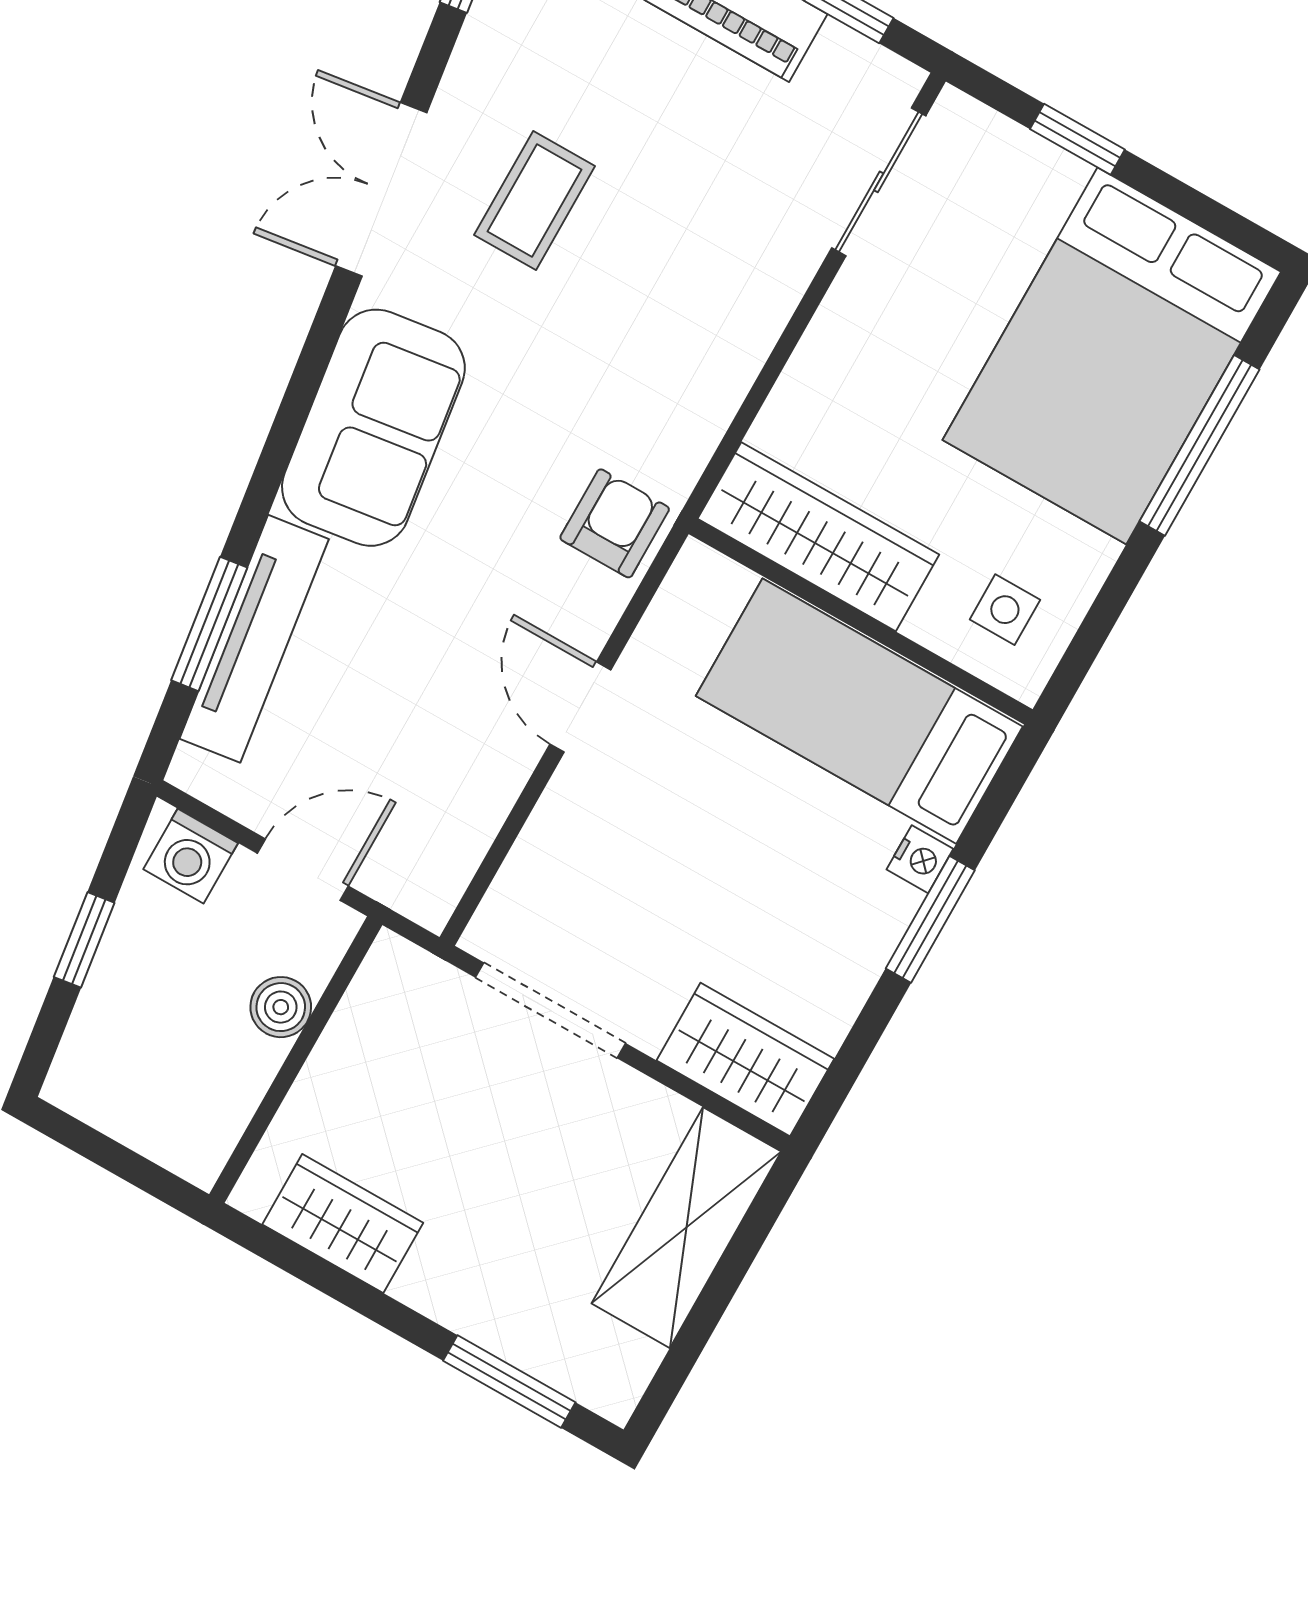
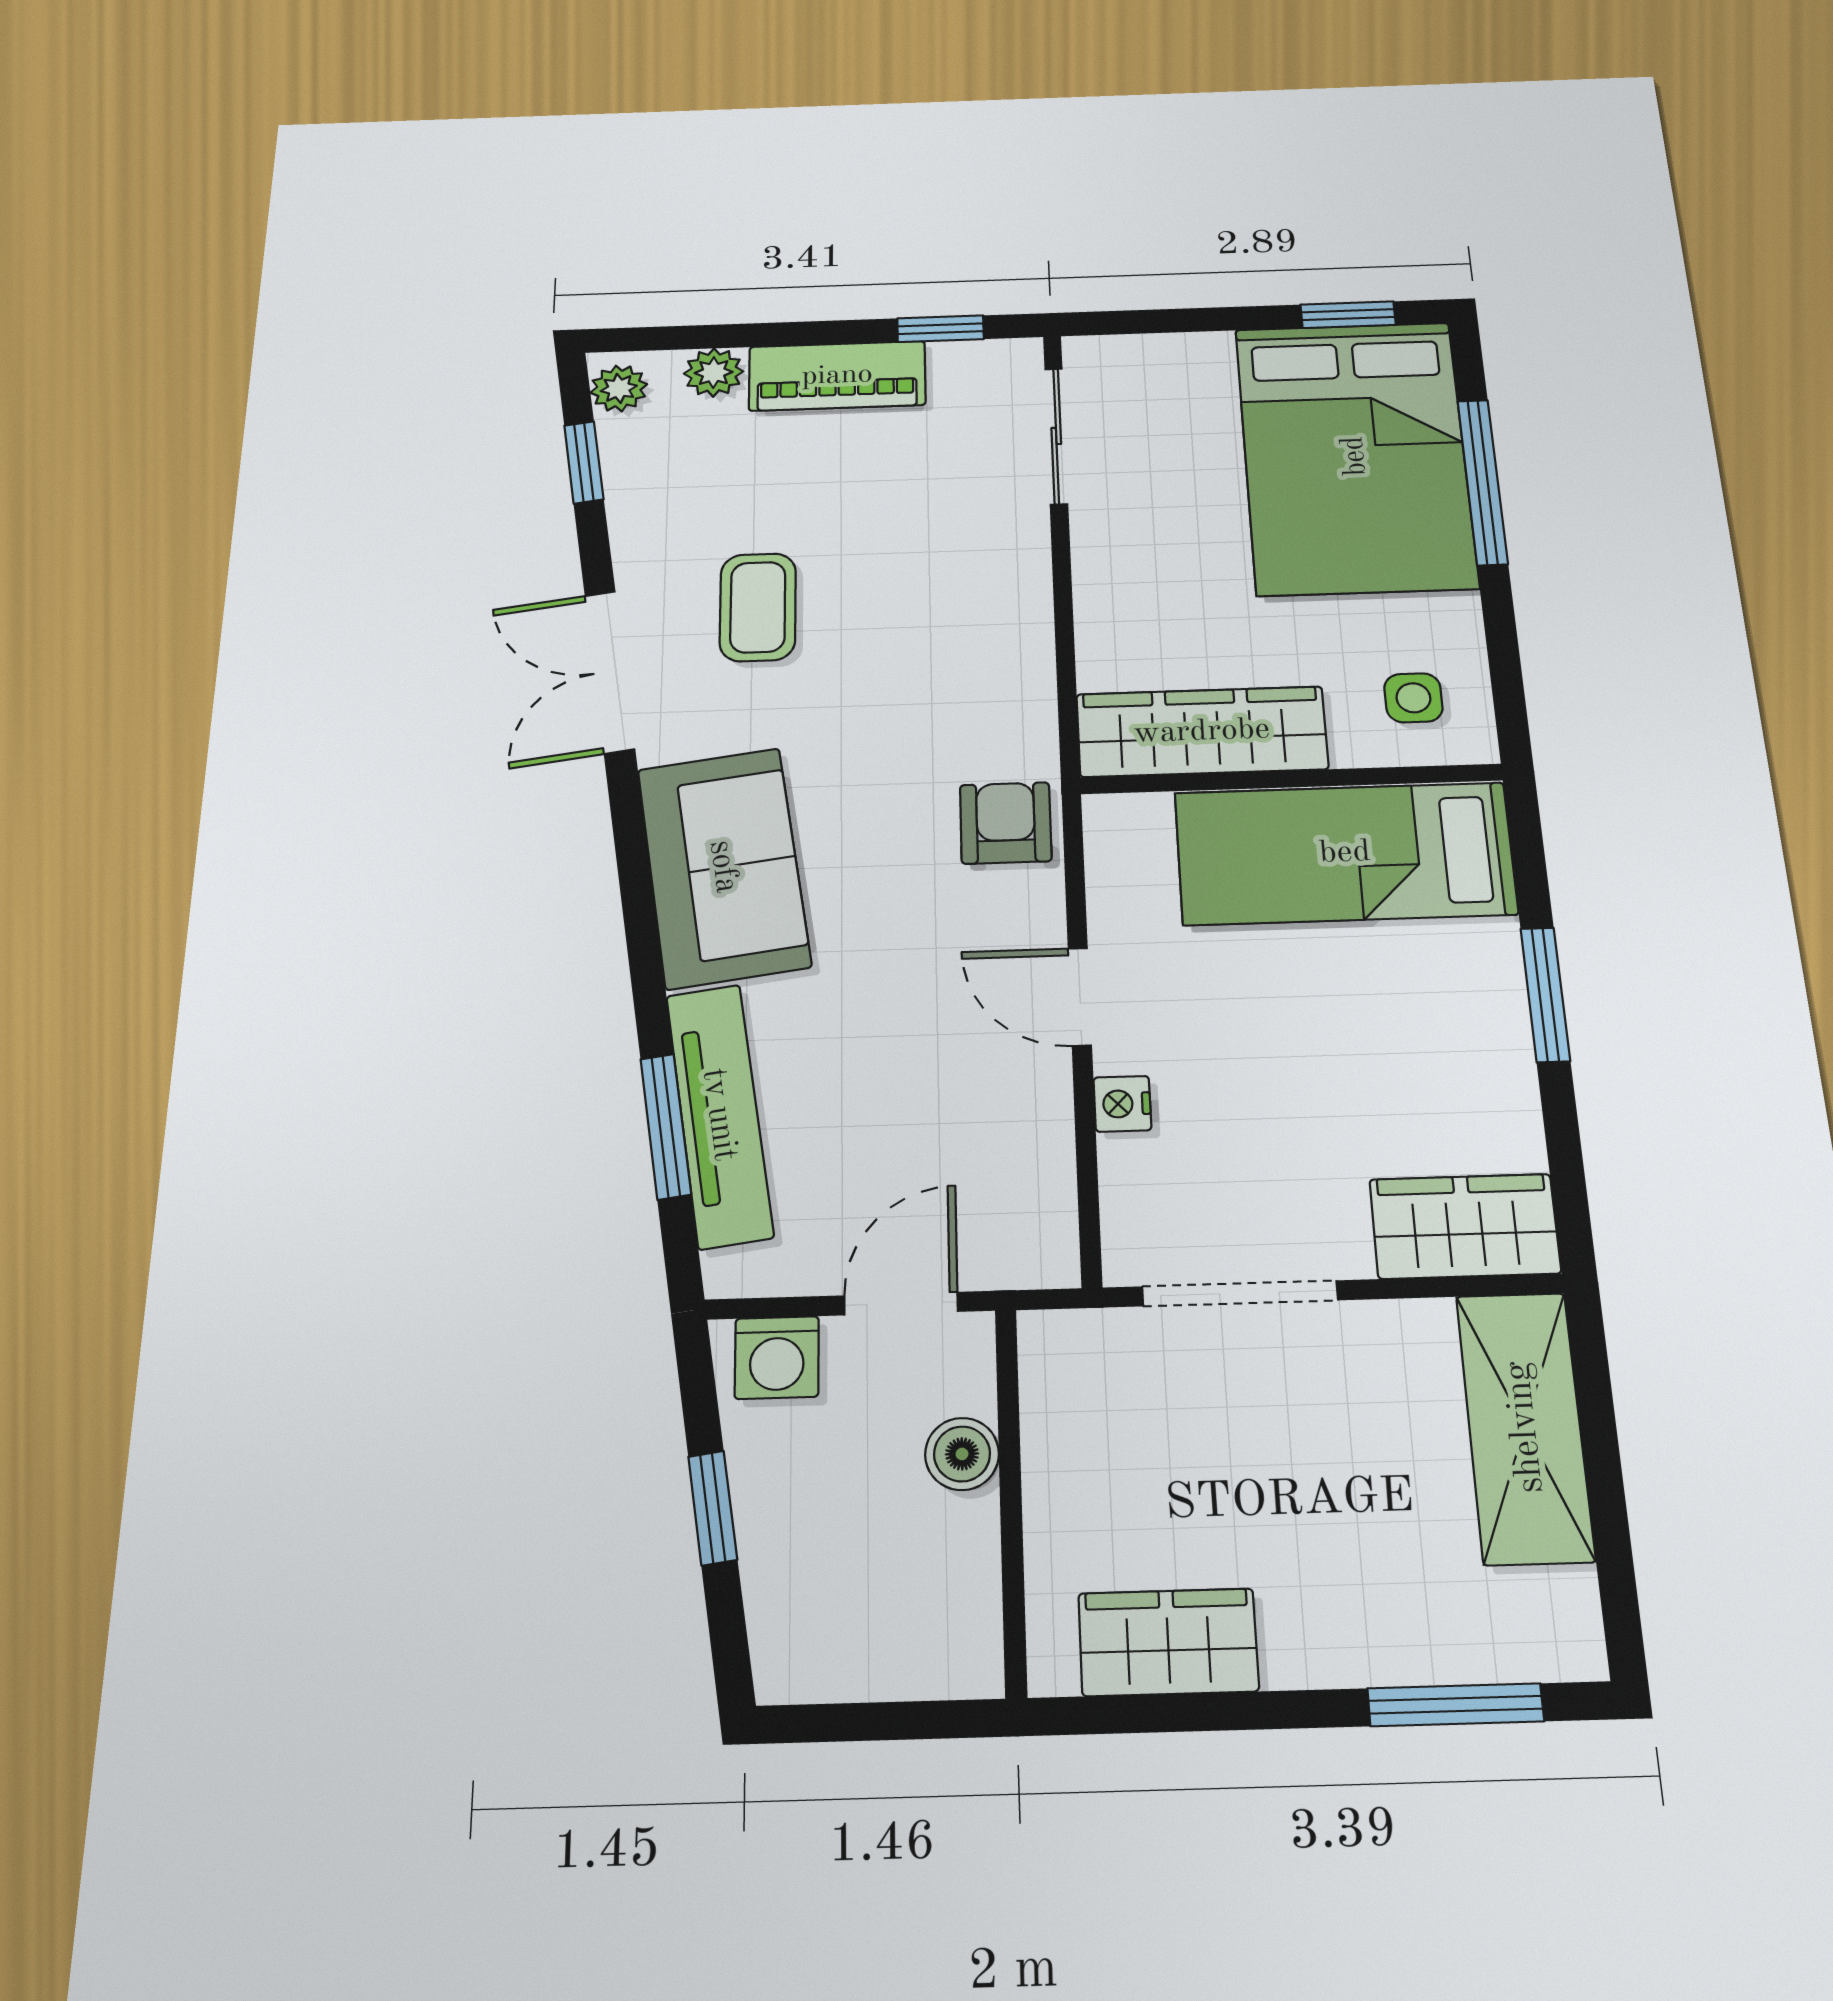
window: (1077, 139) -> (1348, 315), moved
nightstand: (920, 859) -> (1122, 1104), moved, turned 180

